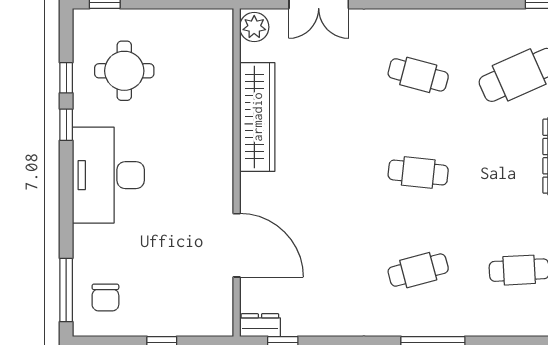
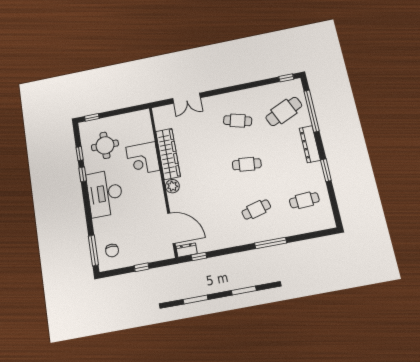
plant: (254, 27) -> (172, 186), moved
corner desk: (201, 117) -> (143, 159), added
door: (237, 245) -> (171, 228), moved

